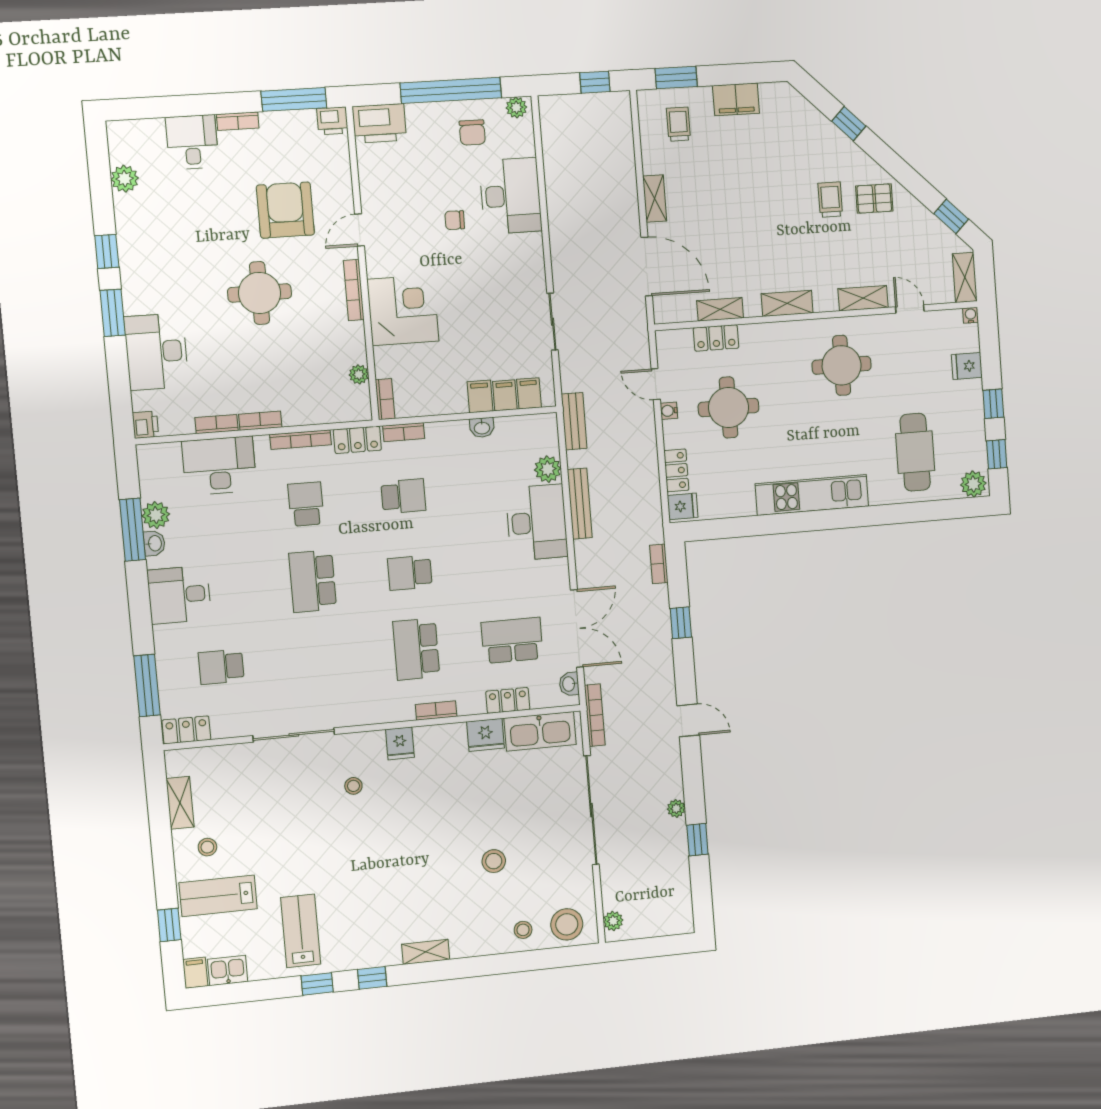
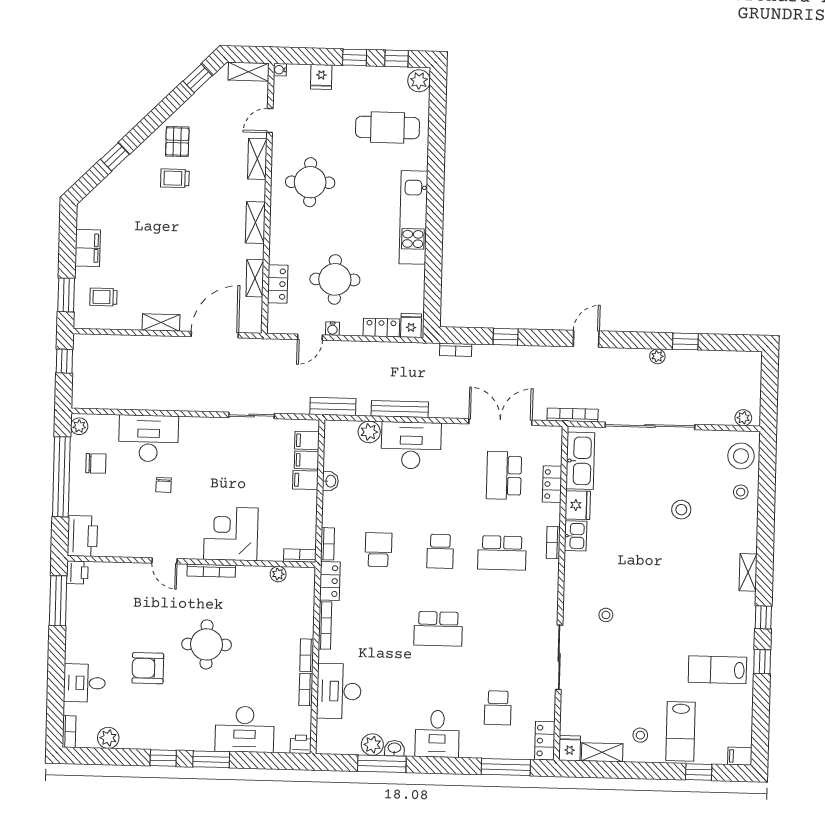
bookcase: (238, 121) -> (69, 732), moved
armchair: (285, 210) -> (148, 668), moved, width x0.73, depth x0.73
school desk: (306, 504) -> (376, 627), removed
washbasin: (569, 684) -> (545, 433), removed
fridge: (400, 743) -> (570, 748), moved, turned -90
kitchen sink: (228, 970) -> (576, 536), moved, turned 180

